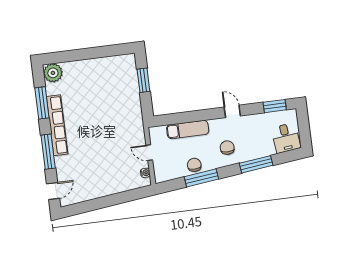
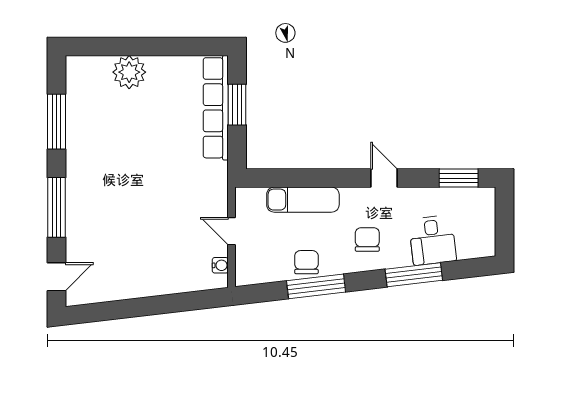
plant: (53, 73) -> (129, 72), moved
row of seats: (57, 125) -> (216, 108), moved, turned 180
desk: (286, 138) -> (433, 240), moved

